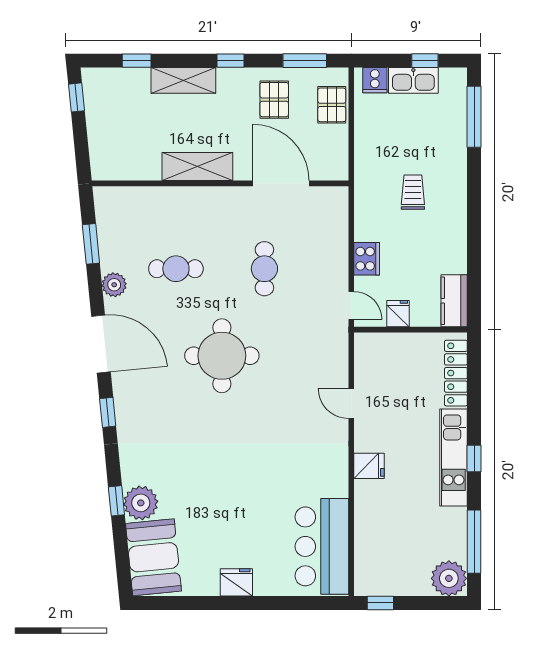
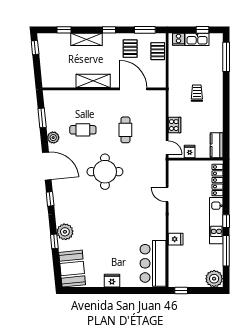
fridge: (369, 466) -> (176, 239), moved
plant: (141, 503) -> (65, 232), moved
window: (474, 542) -> (226, 251), moved

